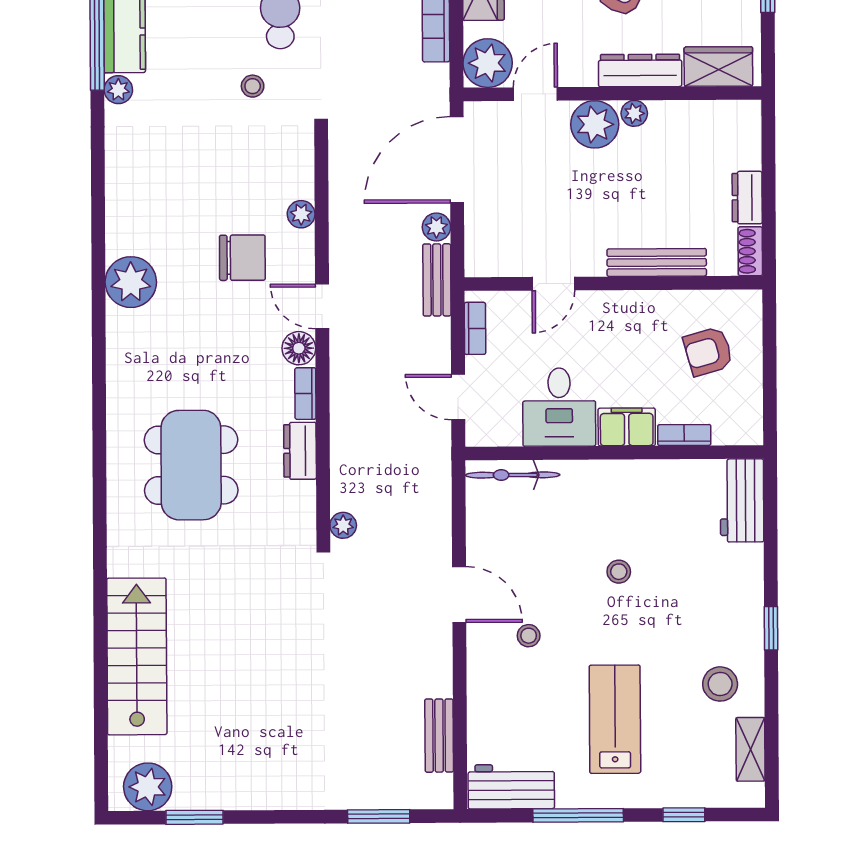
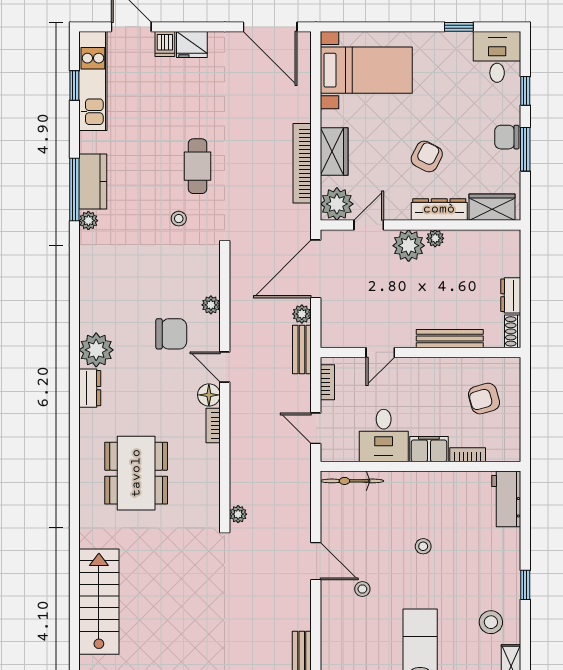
dresser: (300, 451) -> (90, 388), moved, turned 180

